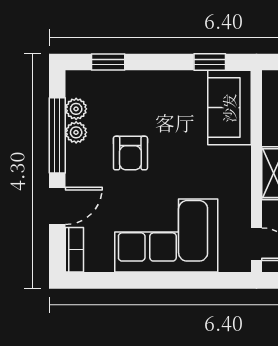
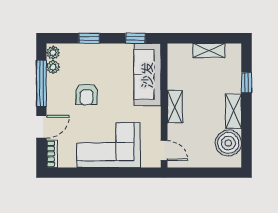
window: (108, 62) -> (89, 38), moved
sofa: (229, 108) -> (147, 75), width x1.36
plant: (76, 132) -> (53, 53), moved

